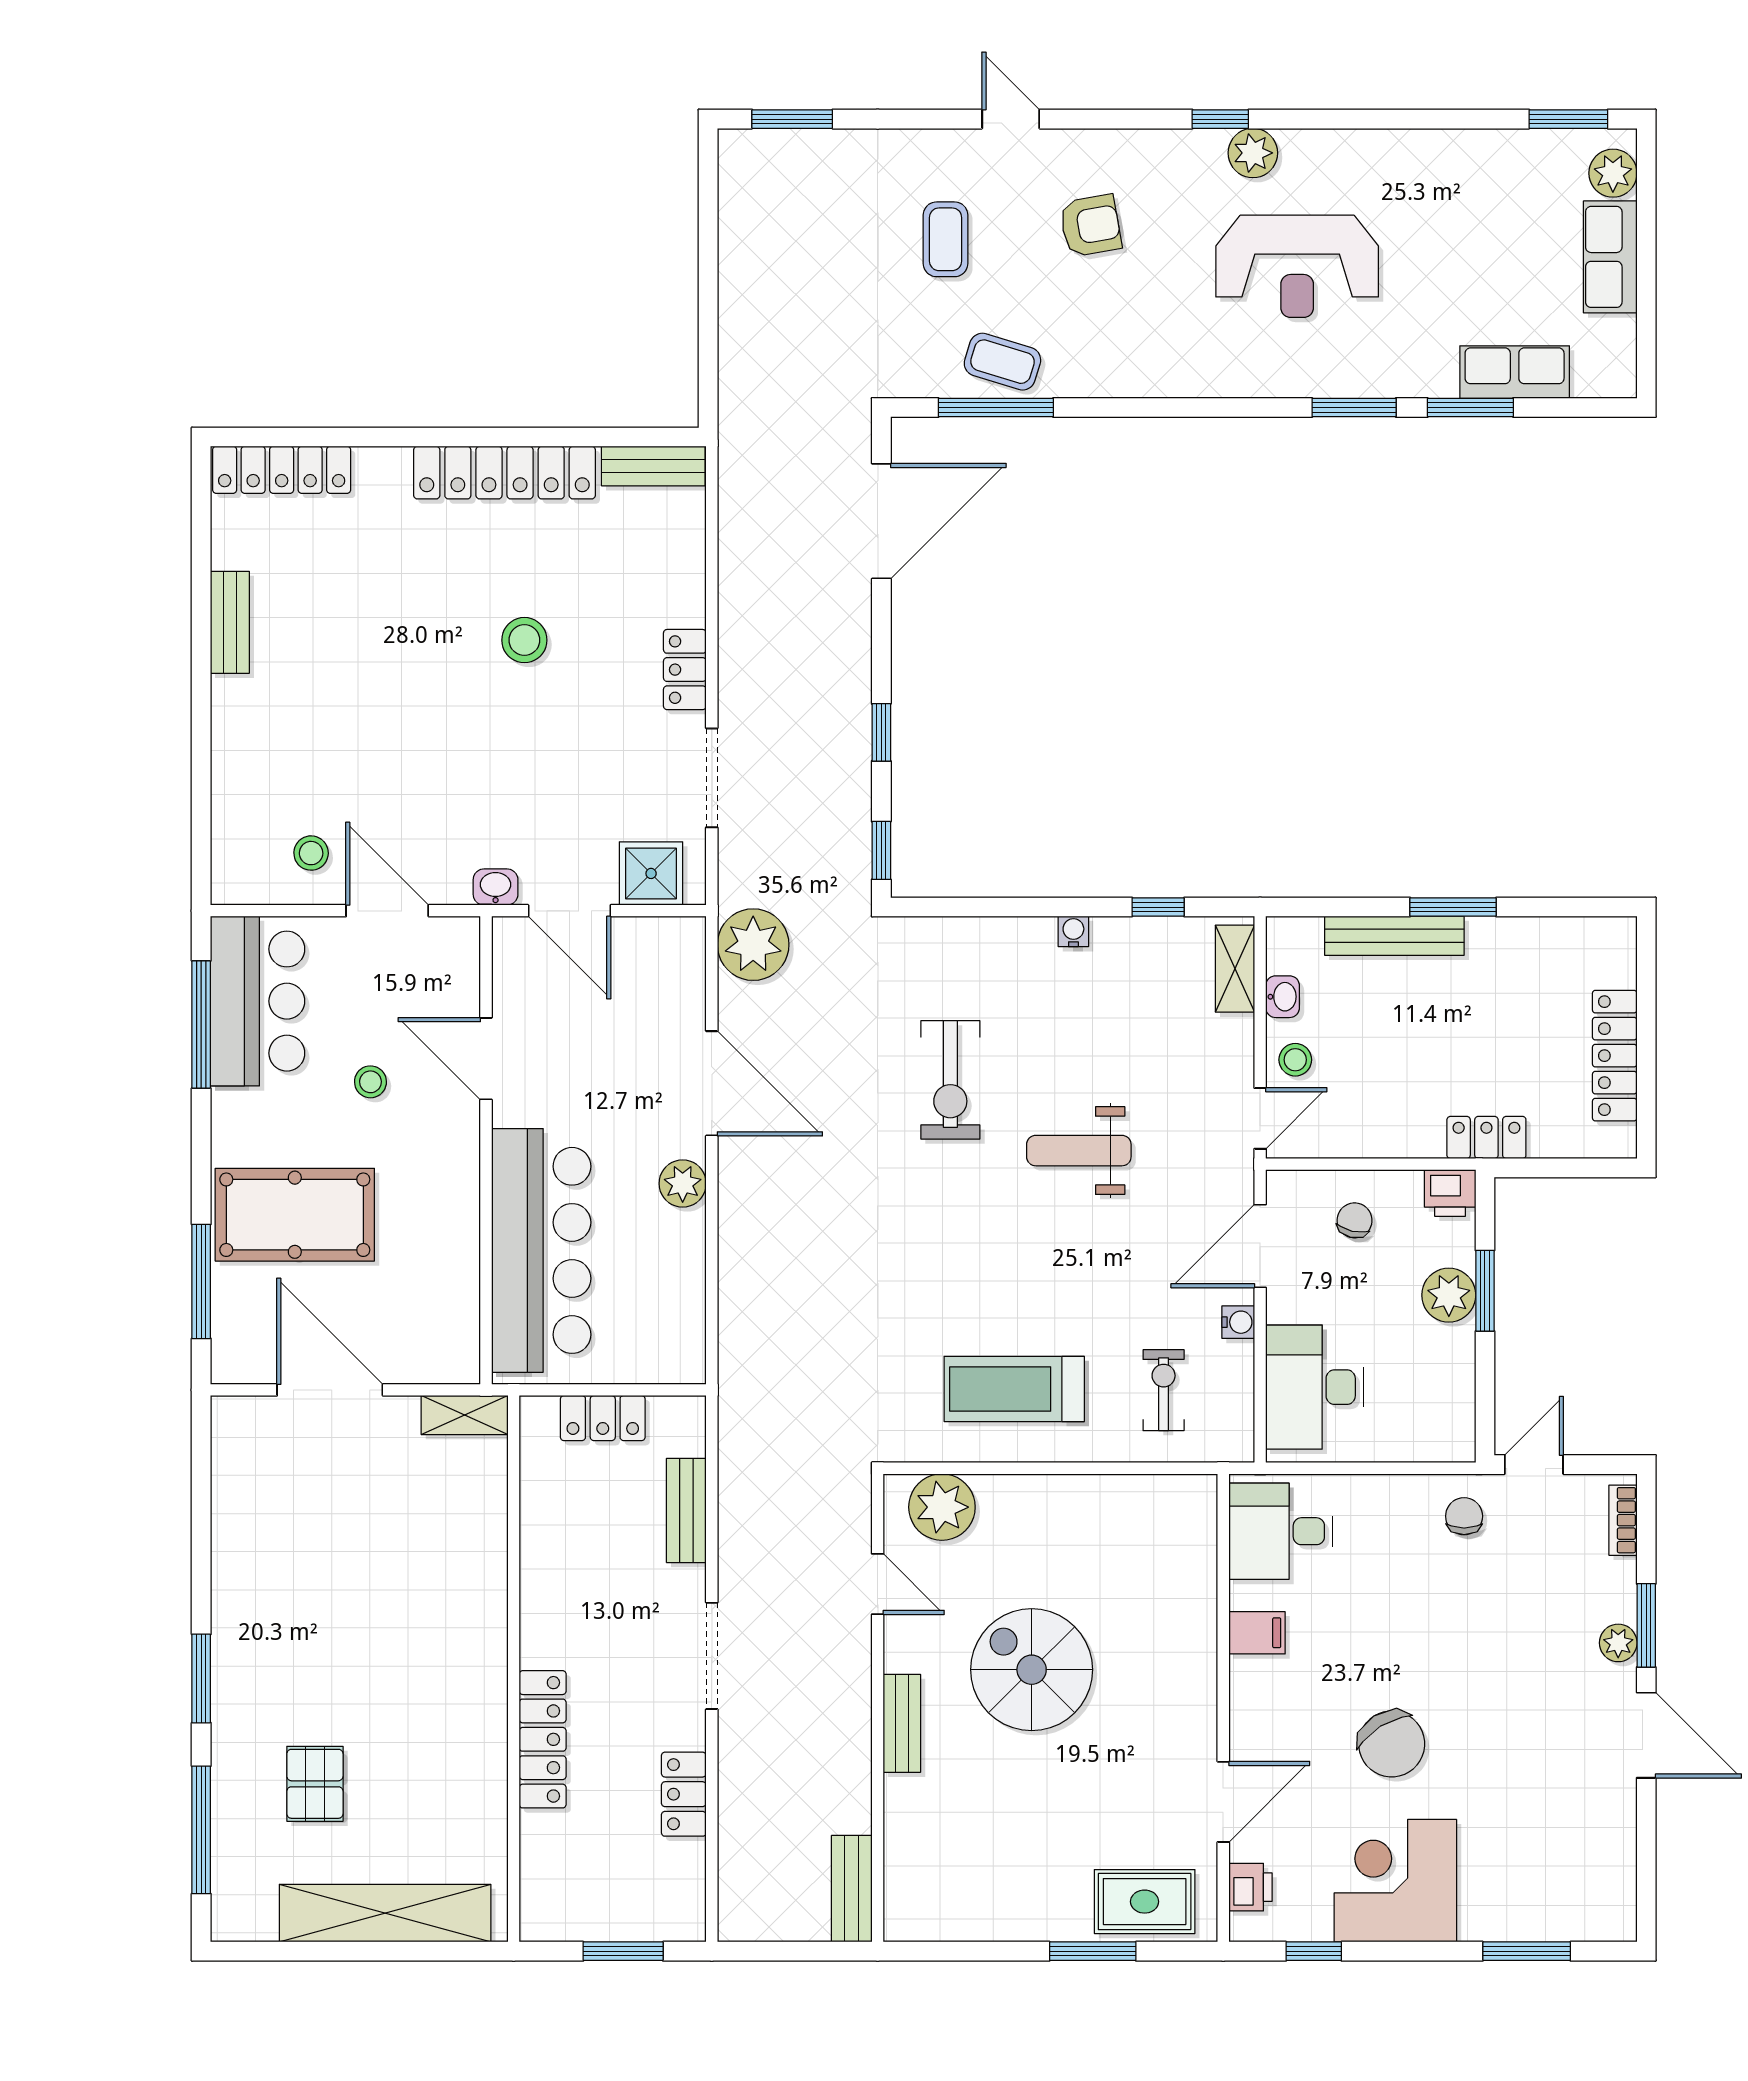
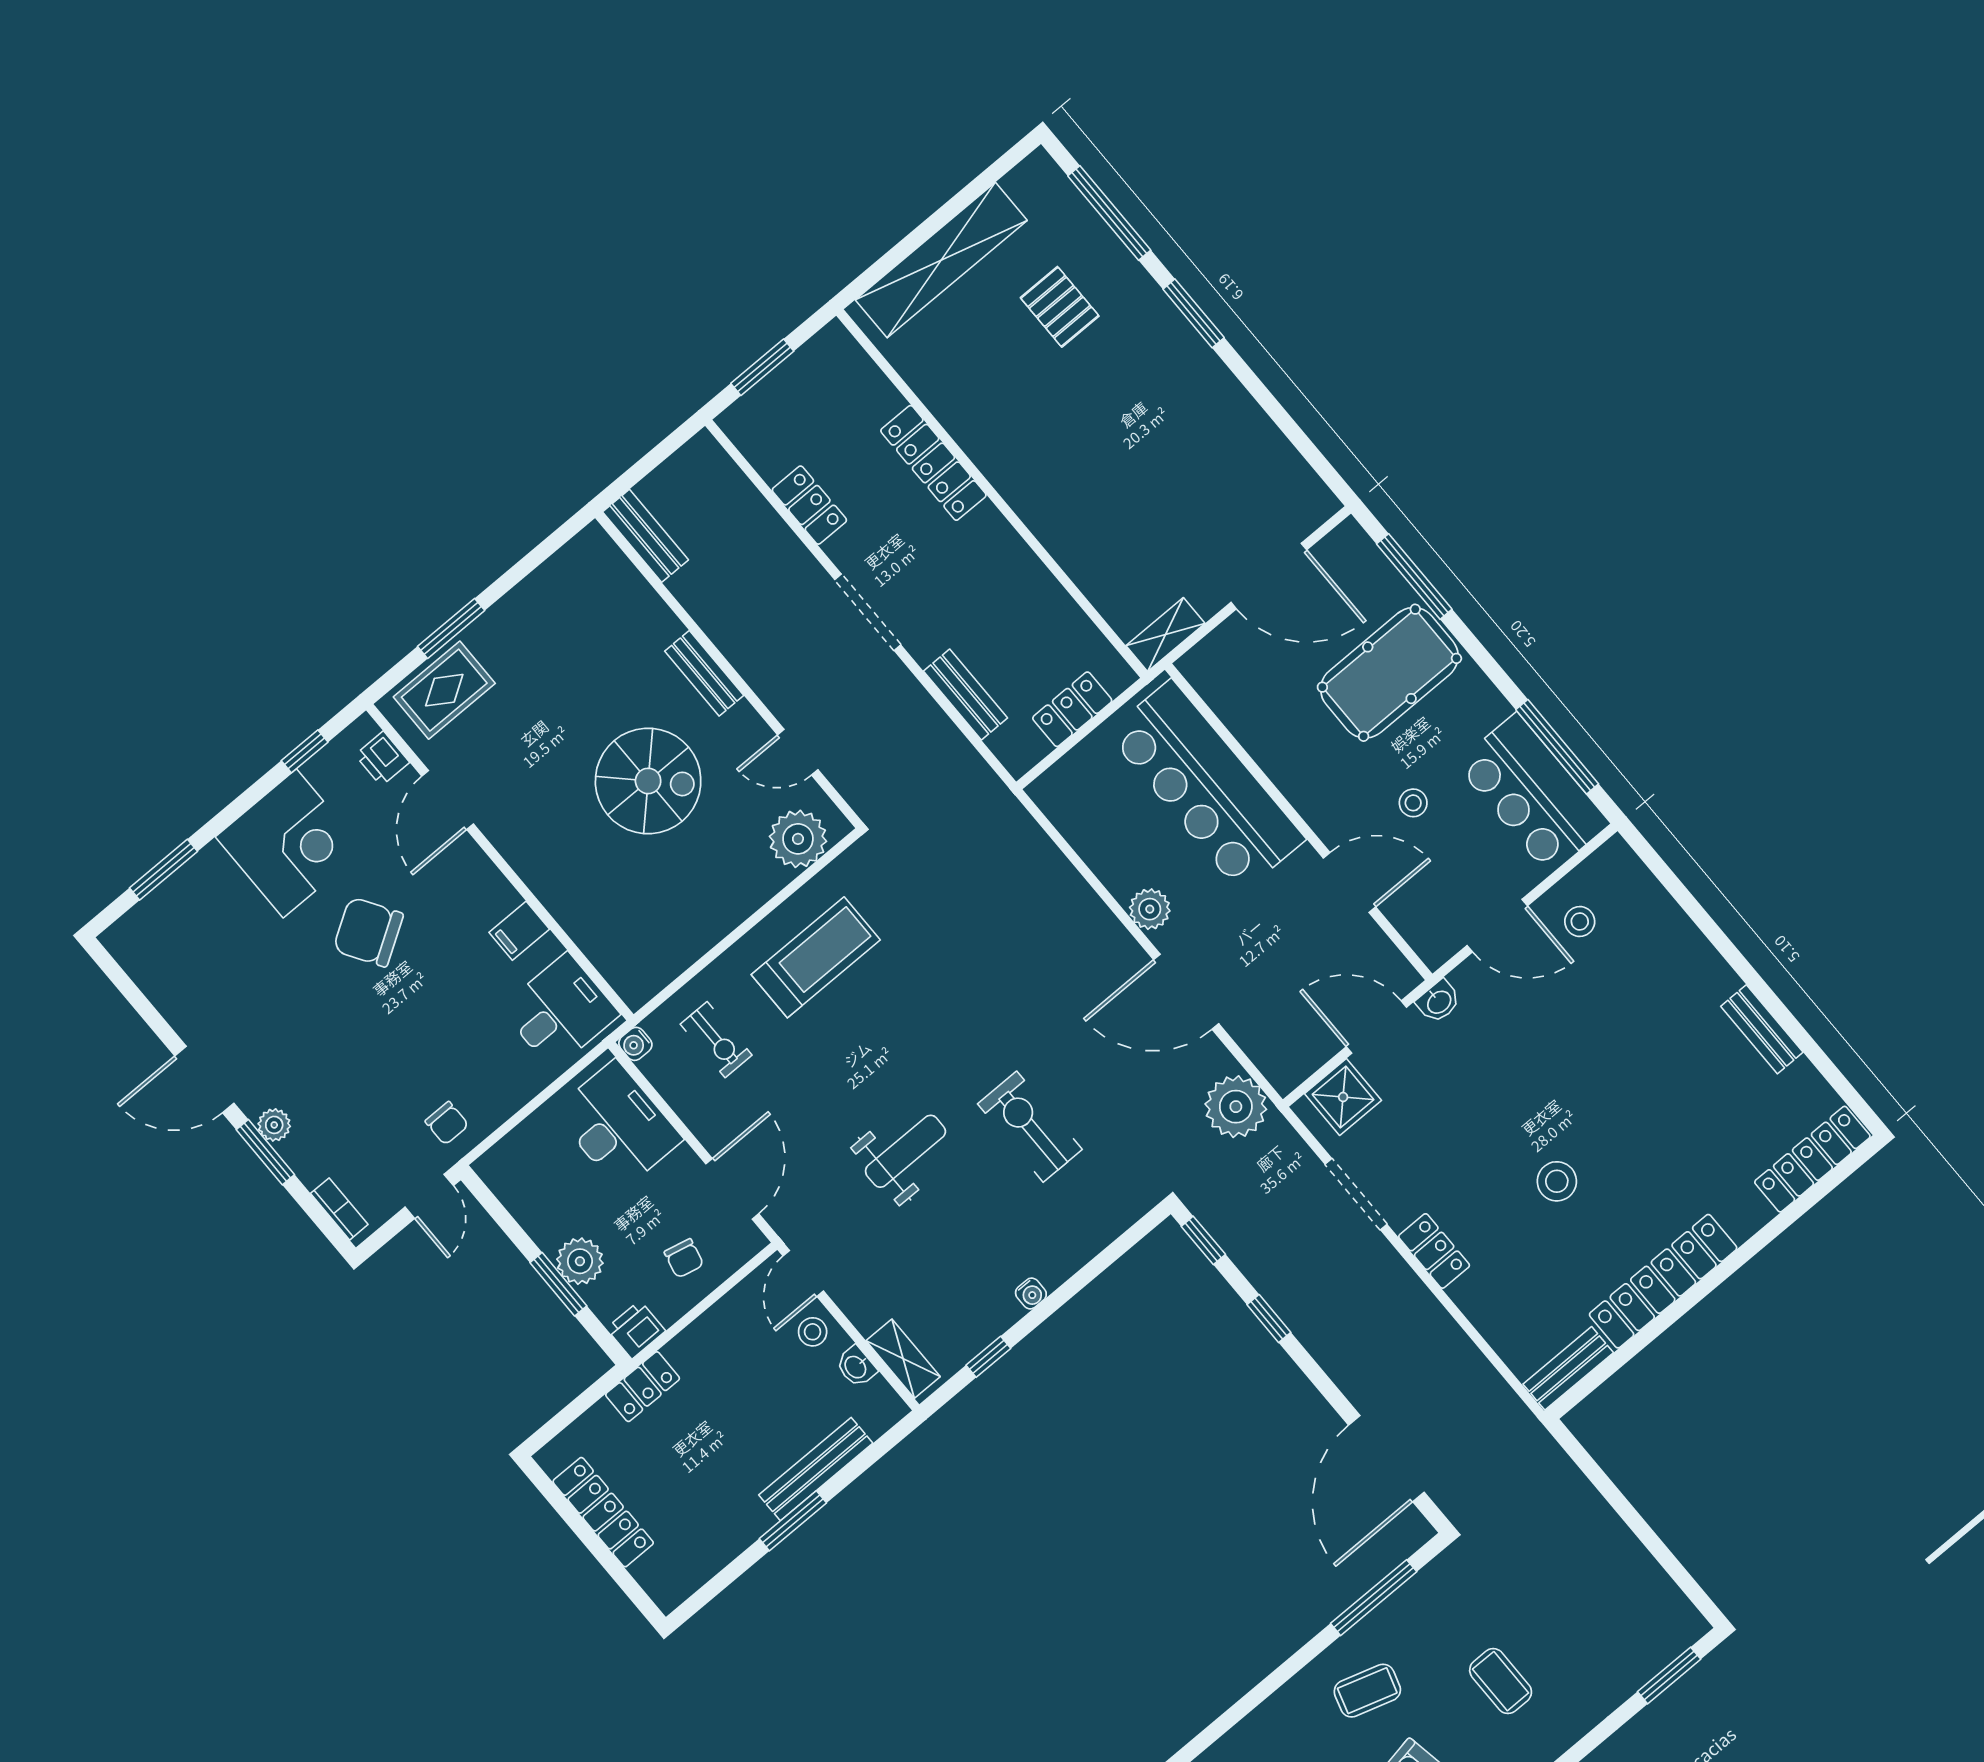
coffee table: (1002, 362) -> (1367, 1691), moved
water cooler: (1238, 1322) -> (635, 1044), moved

